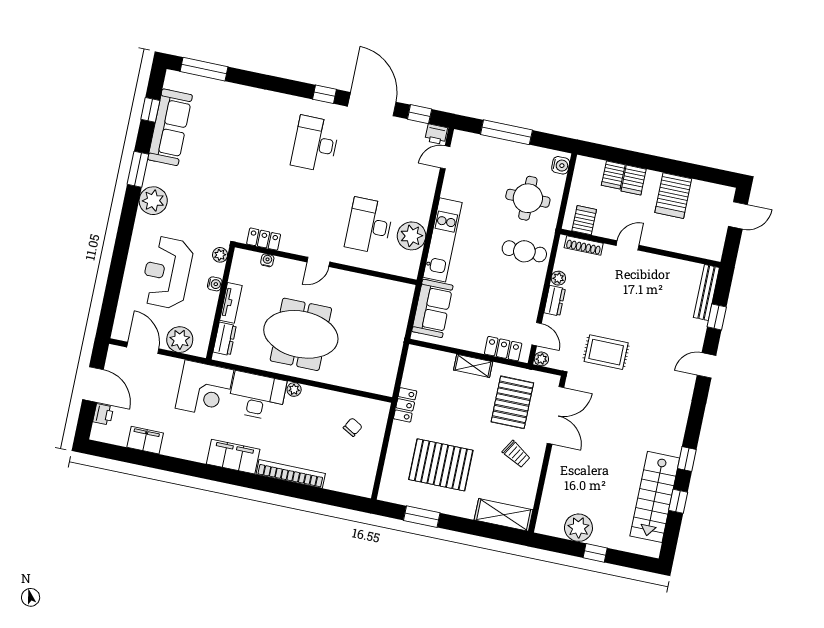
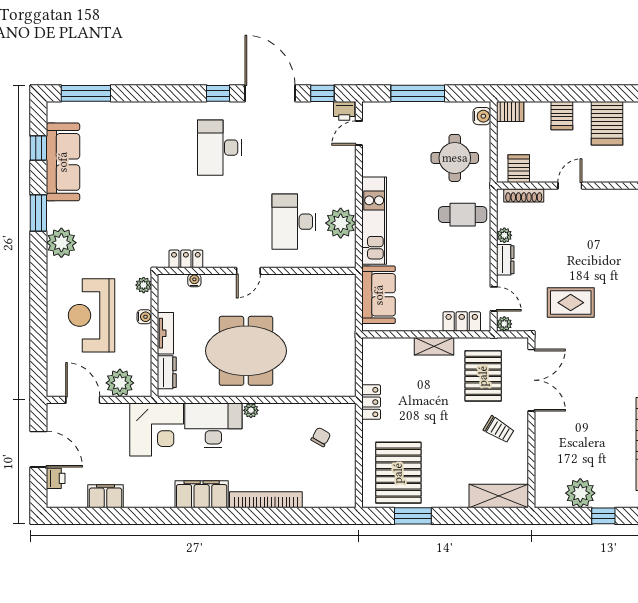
server rack: (613, 175) -> (510, 111), moved, turned -90
pallet: (441, 465) -> (398, 473), moved, turned 90

